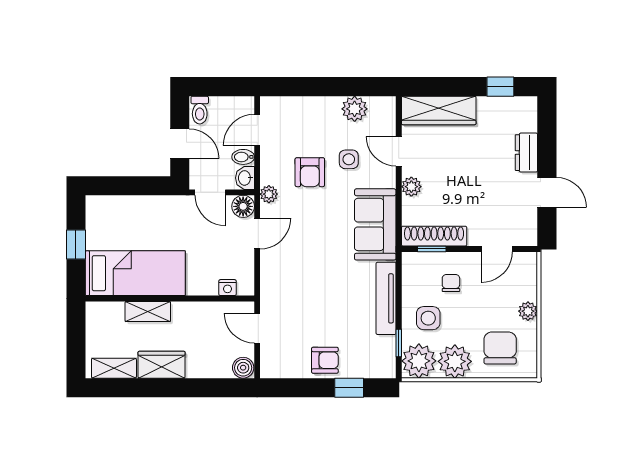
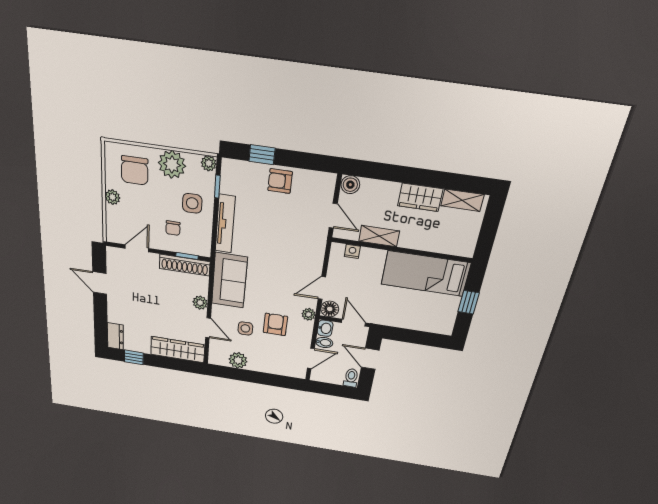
dresser: (526, 153) -> (115, 336), moved
shelving: (148, 312) -> (379, 236), moved
plant: (419, 361) -> (209, 163), width x0.53, depth x0.53

